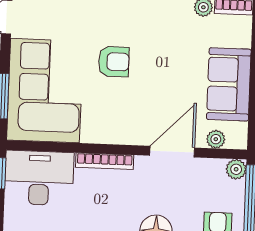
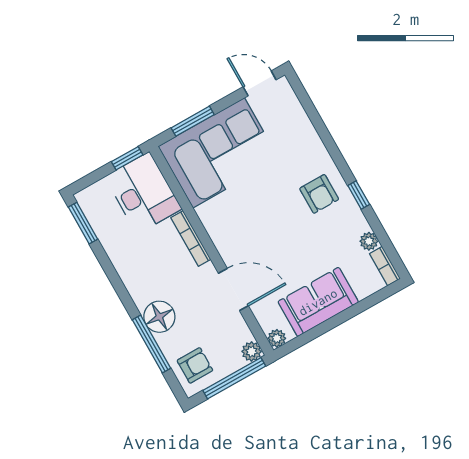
armchair: (114, 62) -> (319, 194), moved
plant: (216, 139) -> (277, 338), moved

